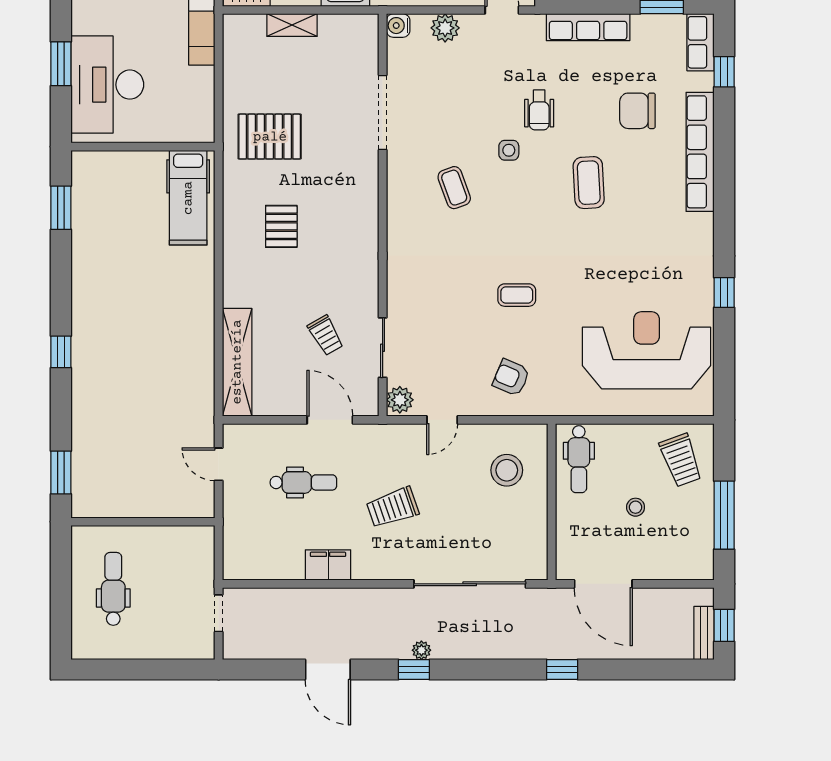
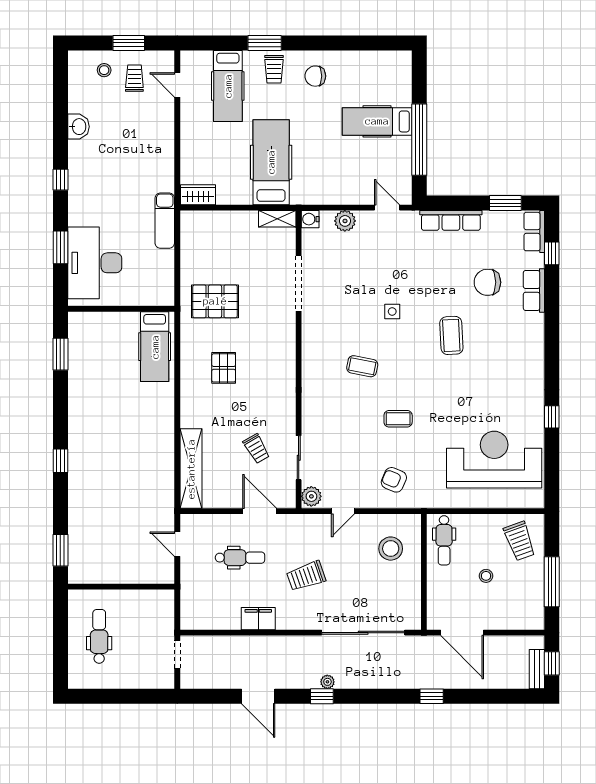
shelving: (292, 25) -> (277, 219), moved
wheelchair: (539, 110) -> (415, 282), removed
row of seats: (700, 152) -> (534, 290), width x0.50
coffee table: (454, 188) -> (362, 366), moved, turned -59

